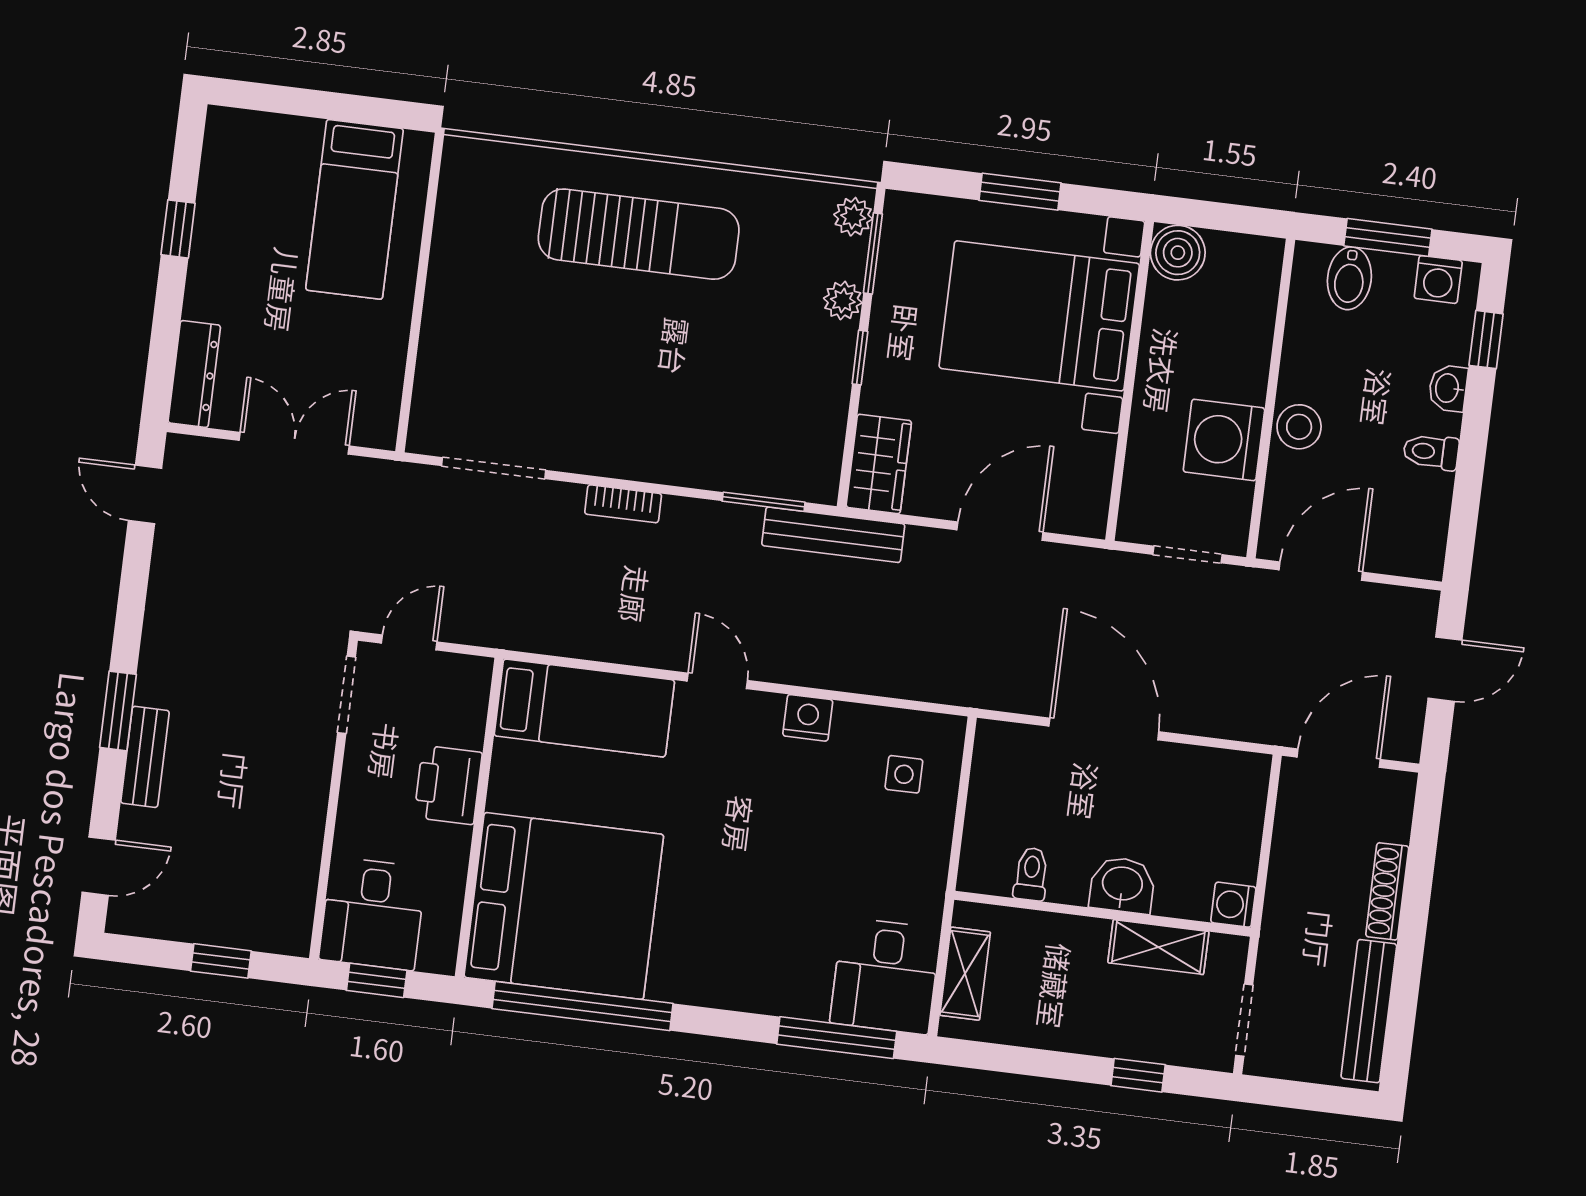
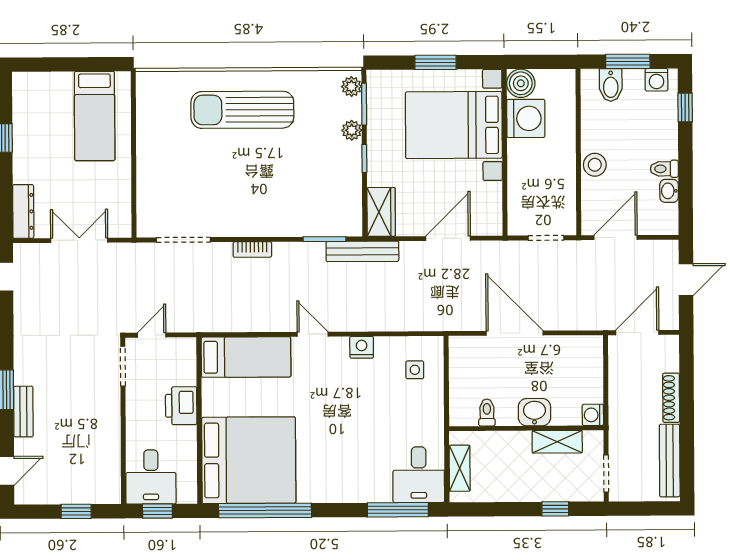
sun lounger: (639, 234) -> (242, 110), turned 180
washbasin: (1448, 388) -> (669, 191), moved
washing machine: (1224, 440) -> (526, 118), moved, turned 180

